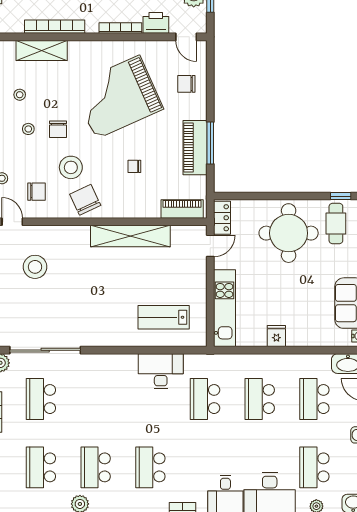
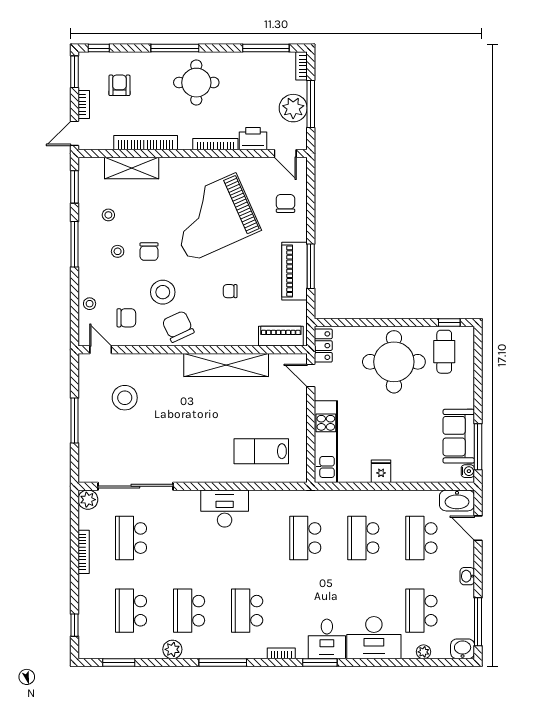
chair: (186, 84) -> (285, 203), turned 90
door: (210, 246) -> (311, 375), swing flipped
desk: (161, 371) -> (225, 508), moved

